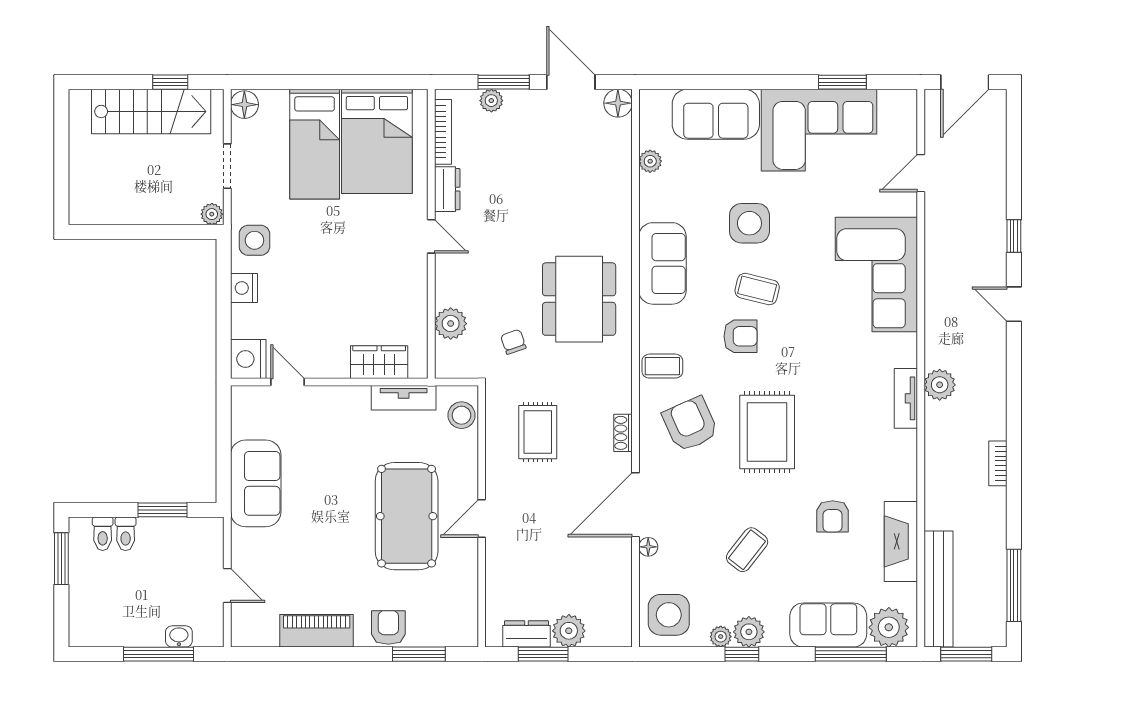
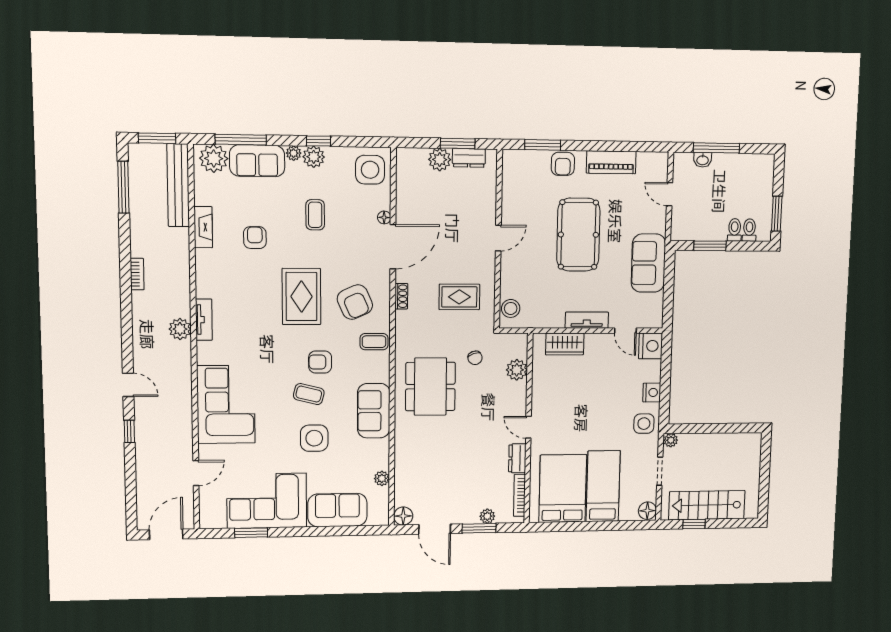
tv unit: (404, 398) -> (587, 320), moved
rug: (538, 432) -> (459, 297), turned 90
pool table: (407, 516) -> (578, 235), moved
fireplace: (901, 541) -> (203, 227), width x0.73, depth x0.76
coffee table: (747, 550) -> (315, 215), turned -38
plant: (721, 637) -> (294, 153), moved

